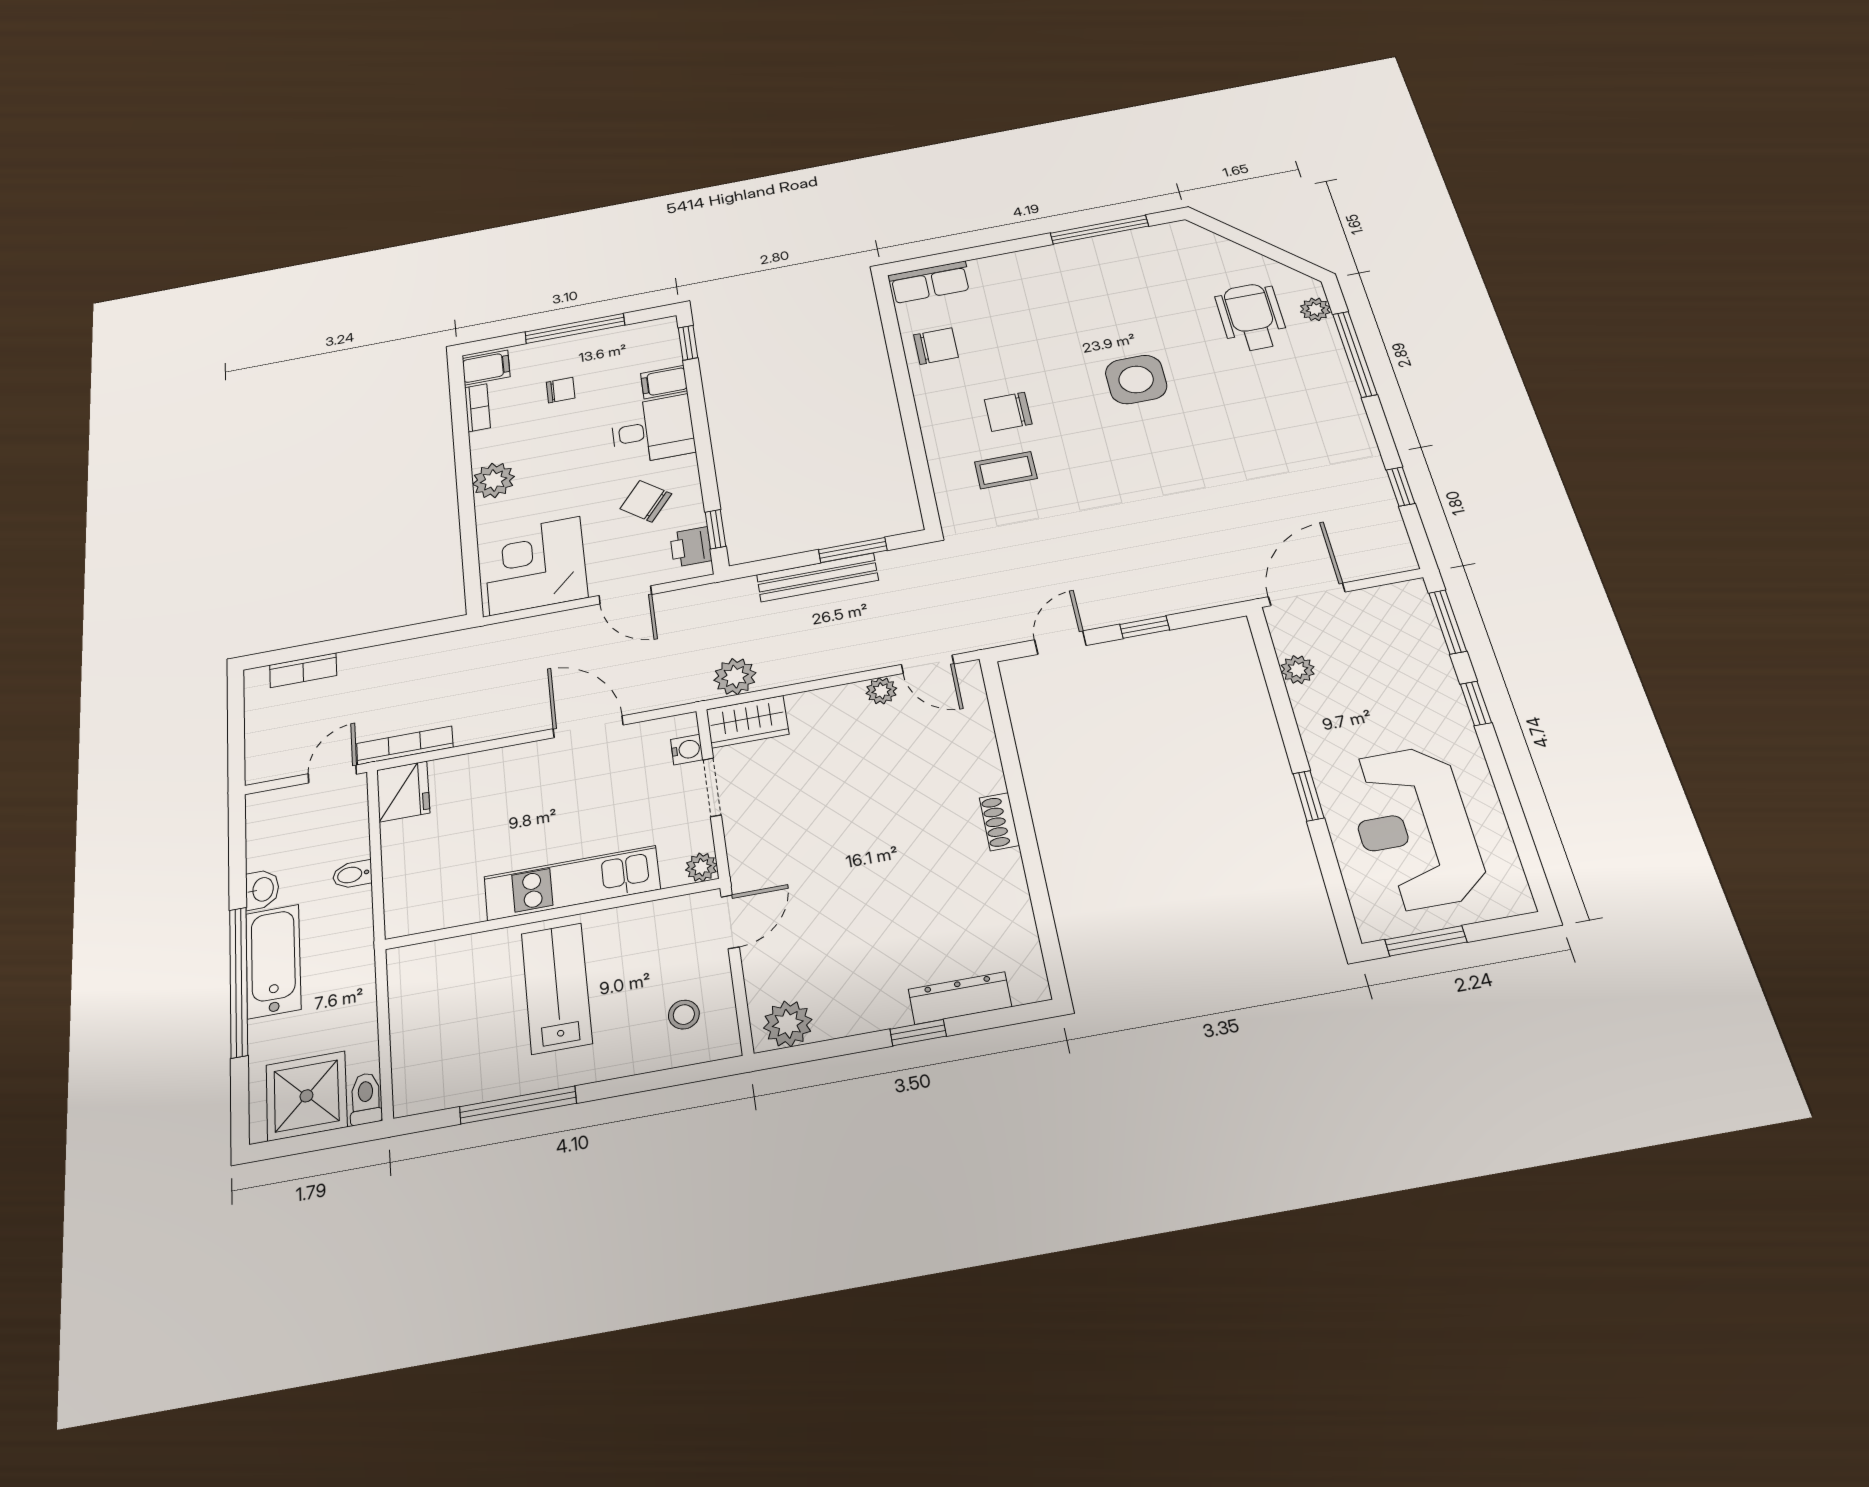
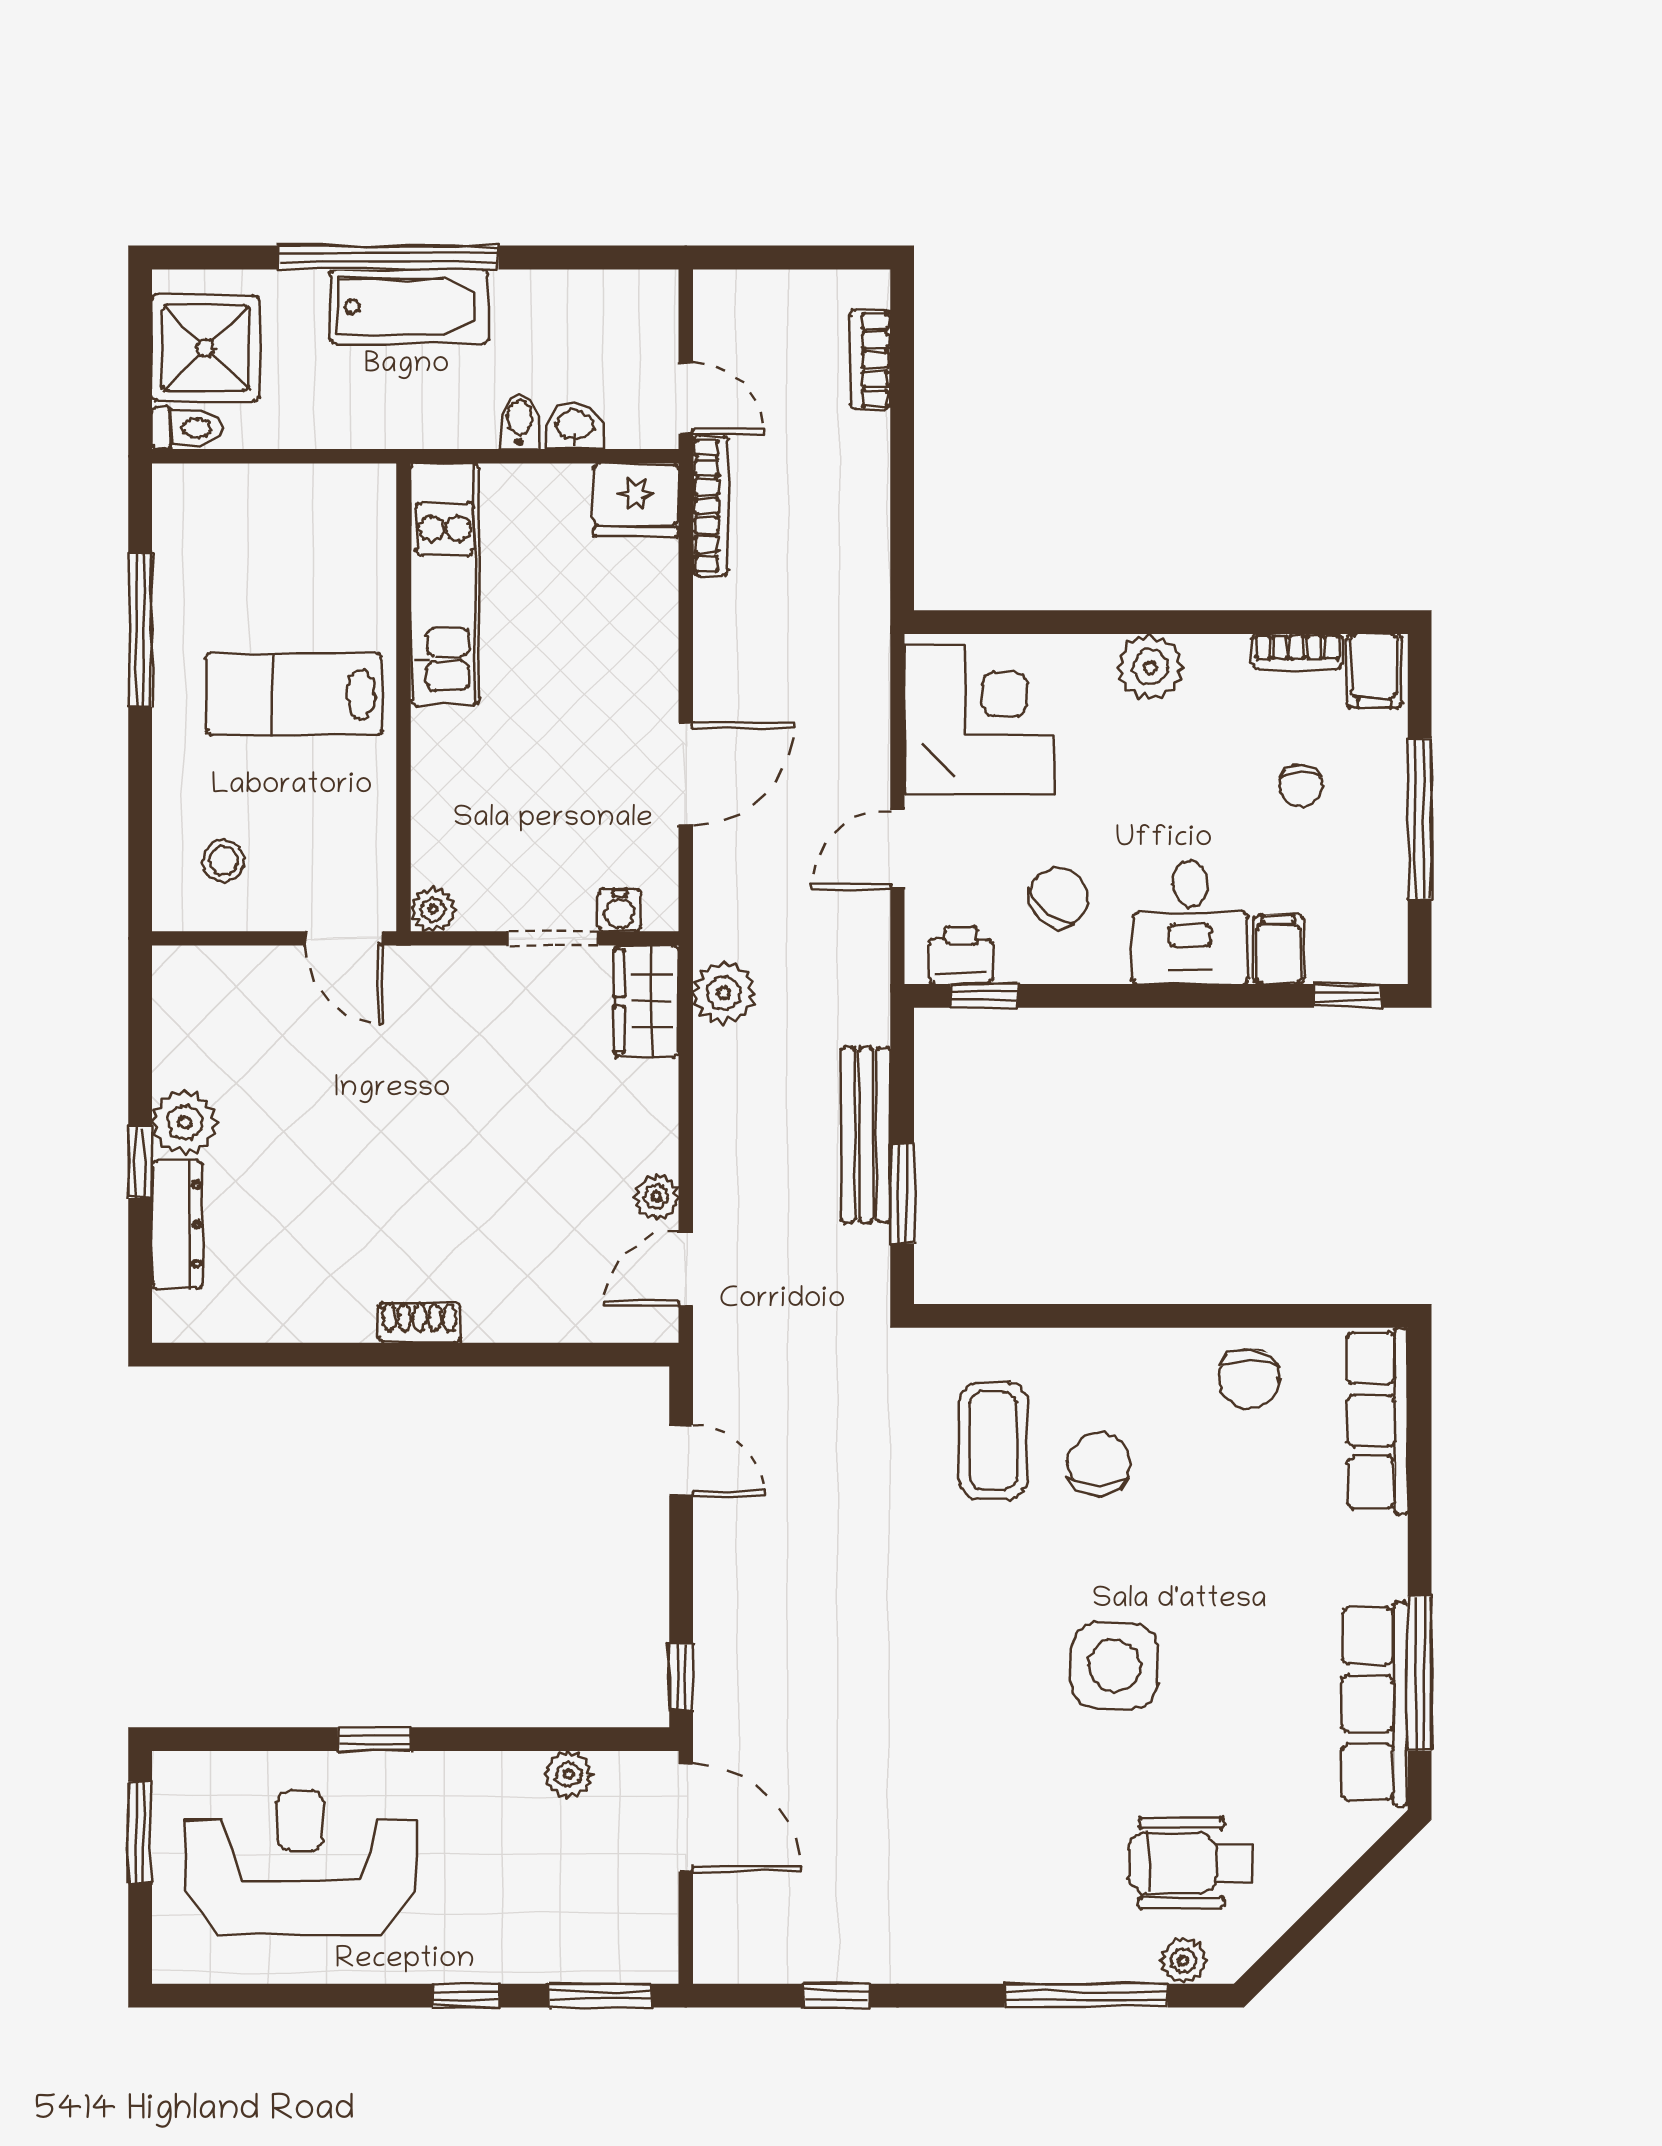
row of seats: (1124, 247) -> (1375, 1704), added
row of seats: (930, 282) -> (1378, 1421), width x1.48
wheelchair: (1251, 317) -> (1191, 1863), turned 180
coffee table: (1006, 470) -> (993, 1441), width x1.36, depth x1.30
window: (1145, 627) -> (681, 1677), moved
kitchen unit: (572, 883) -> (445, 584), moved
washbasin: (262, 890) -> (575, 426), moved, turned 180
lab bench: (557, 988) -> (294, 694), turned 180
plant: (788, 1024) -> (185, 1123), moved

